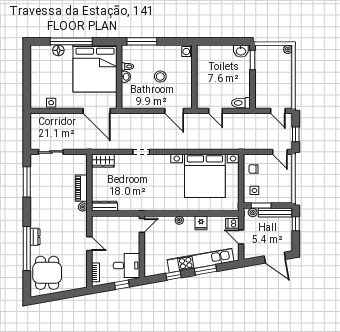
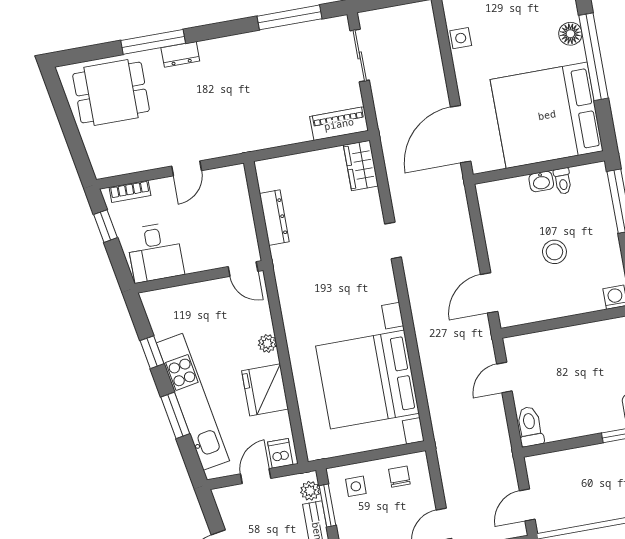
piano: (81, 188) -> (339, 124), moved
dresser: (105, 206) -> (274, 218), moved
plant: (83, 207) -> (259, 141), removed
fridge: (201, 223) -> (265, 390), width x1.88, depth x1.34
window: (27, 249) -> (153, 42), width x0.68
window: (122, 285) -> (106, 226), moved

